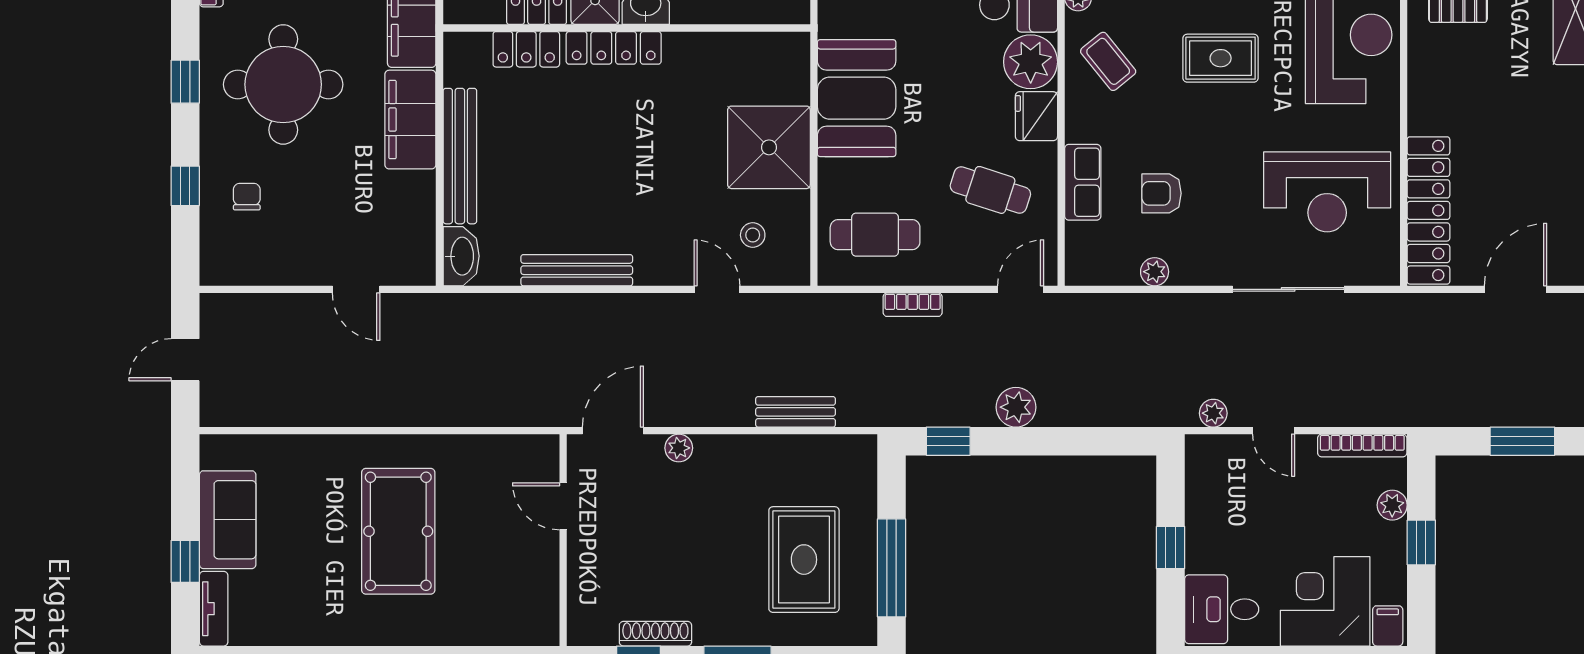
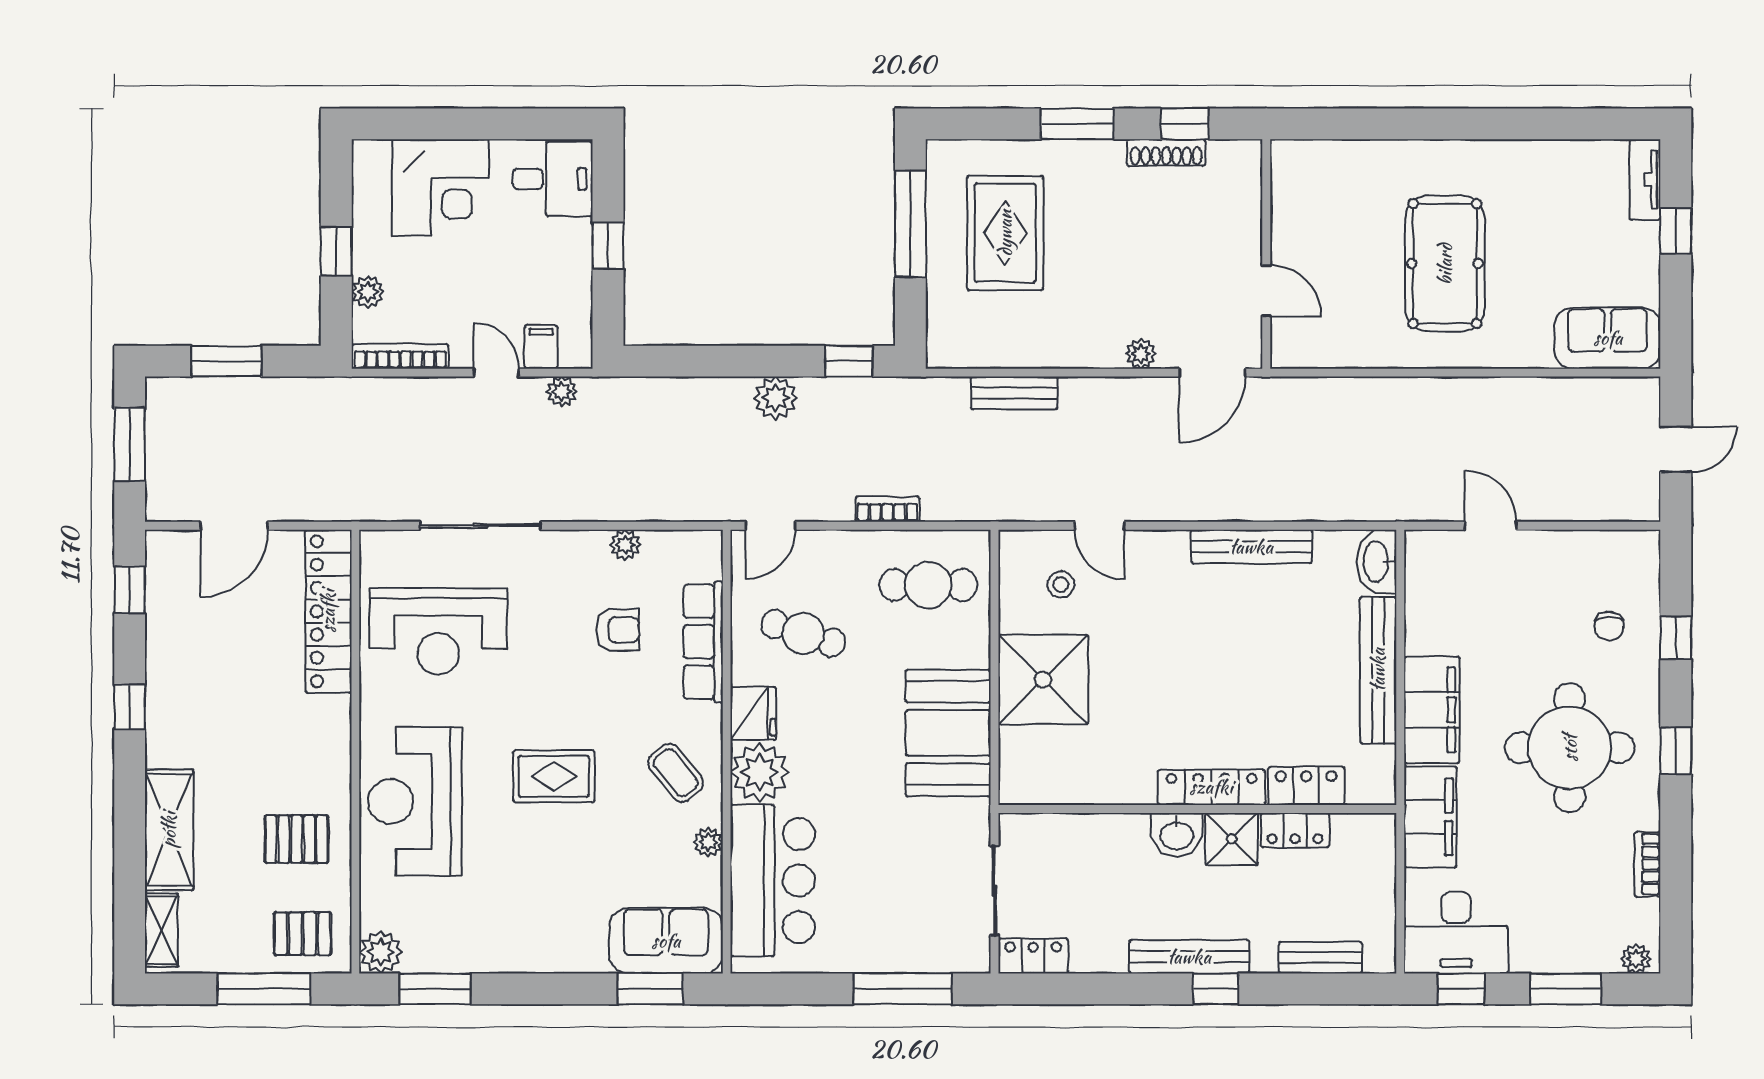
row of seats: (1083, 182) -> (703, 642), width x1.48
reception desk: (1327, 192) -> (438, 631), turned 180
sofa: (228, 520) -> (1608, 338), moved, turned 90
filing cabinet: (1388, 626) -> (541, 347), moved, turned 180

